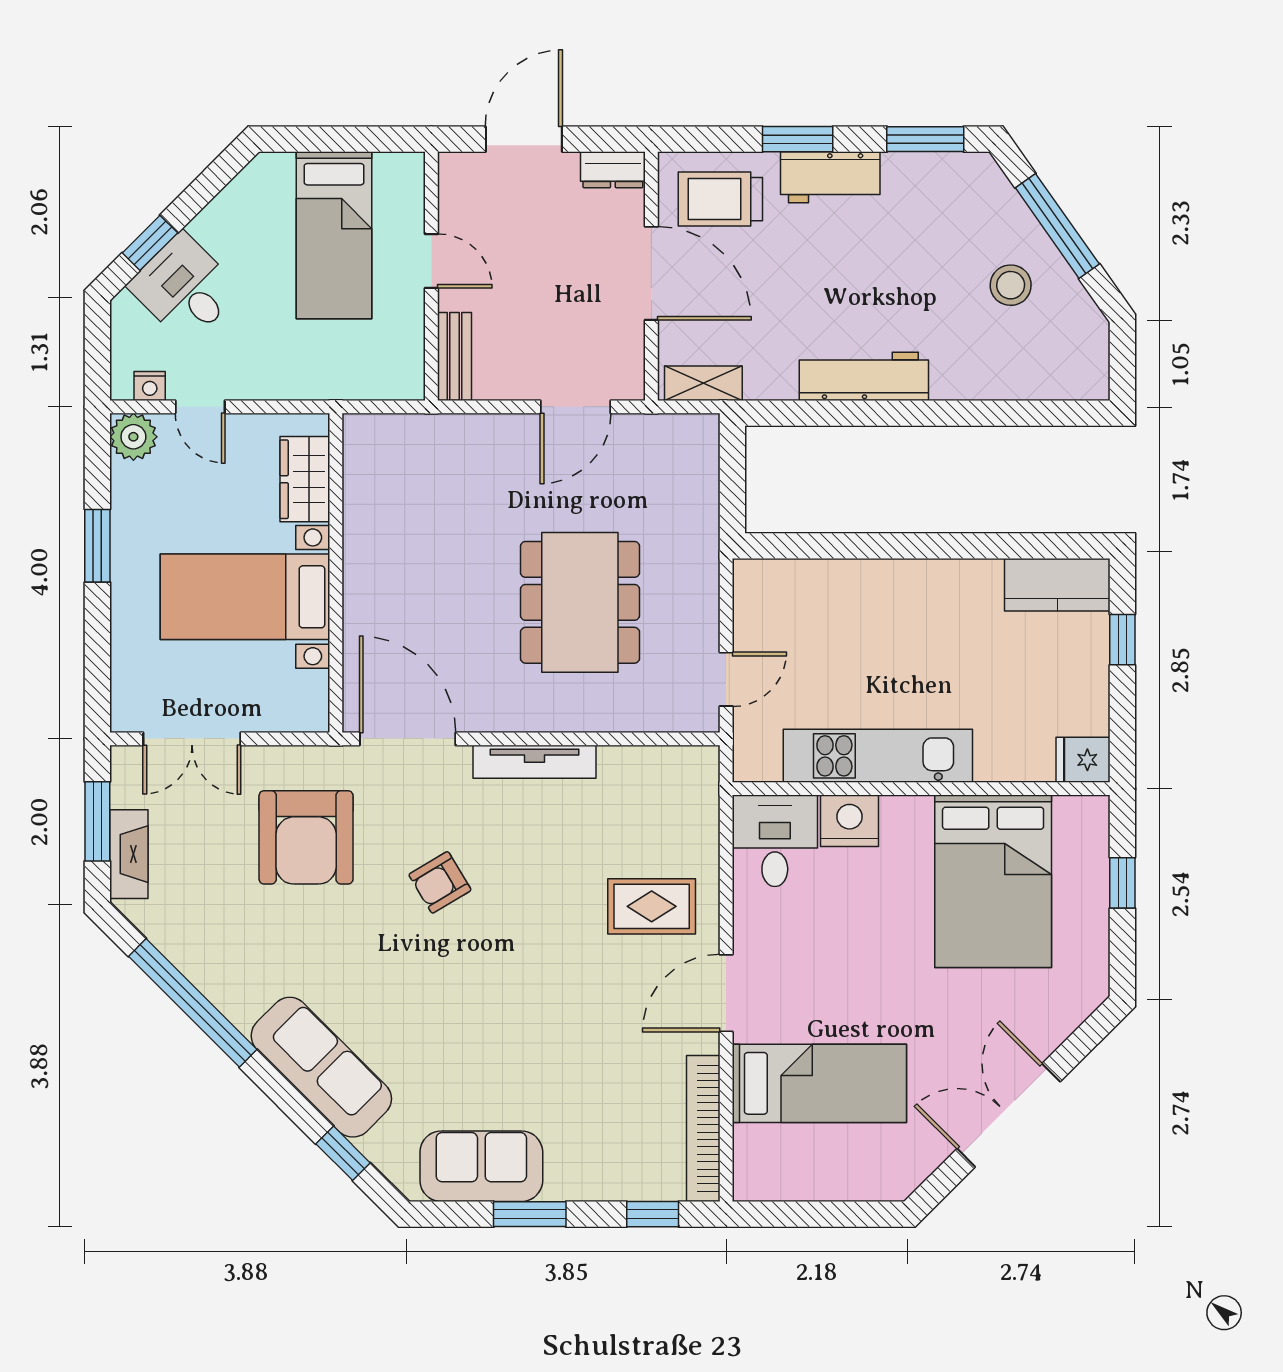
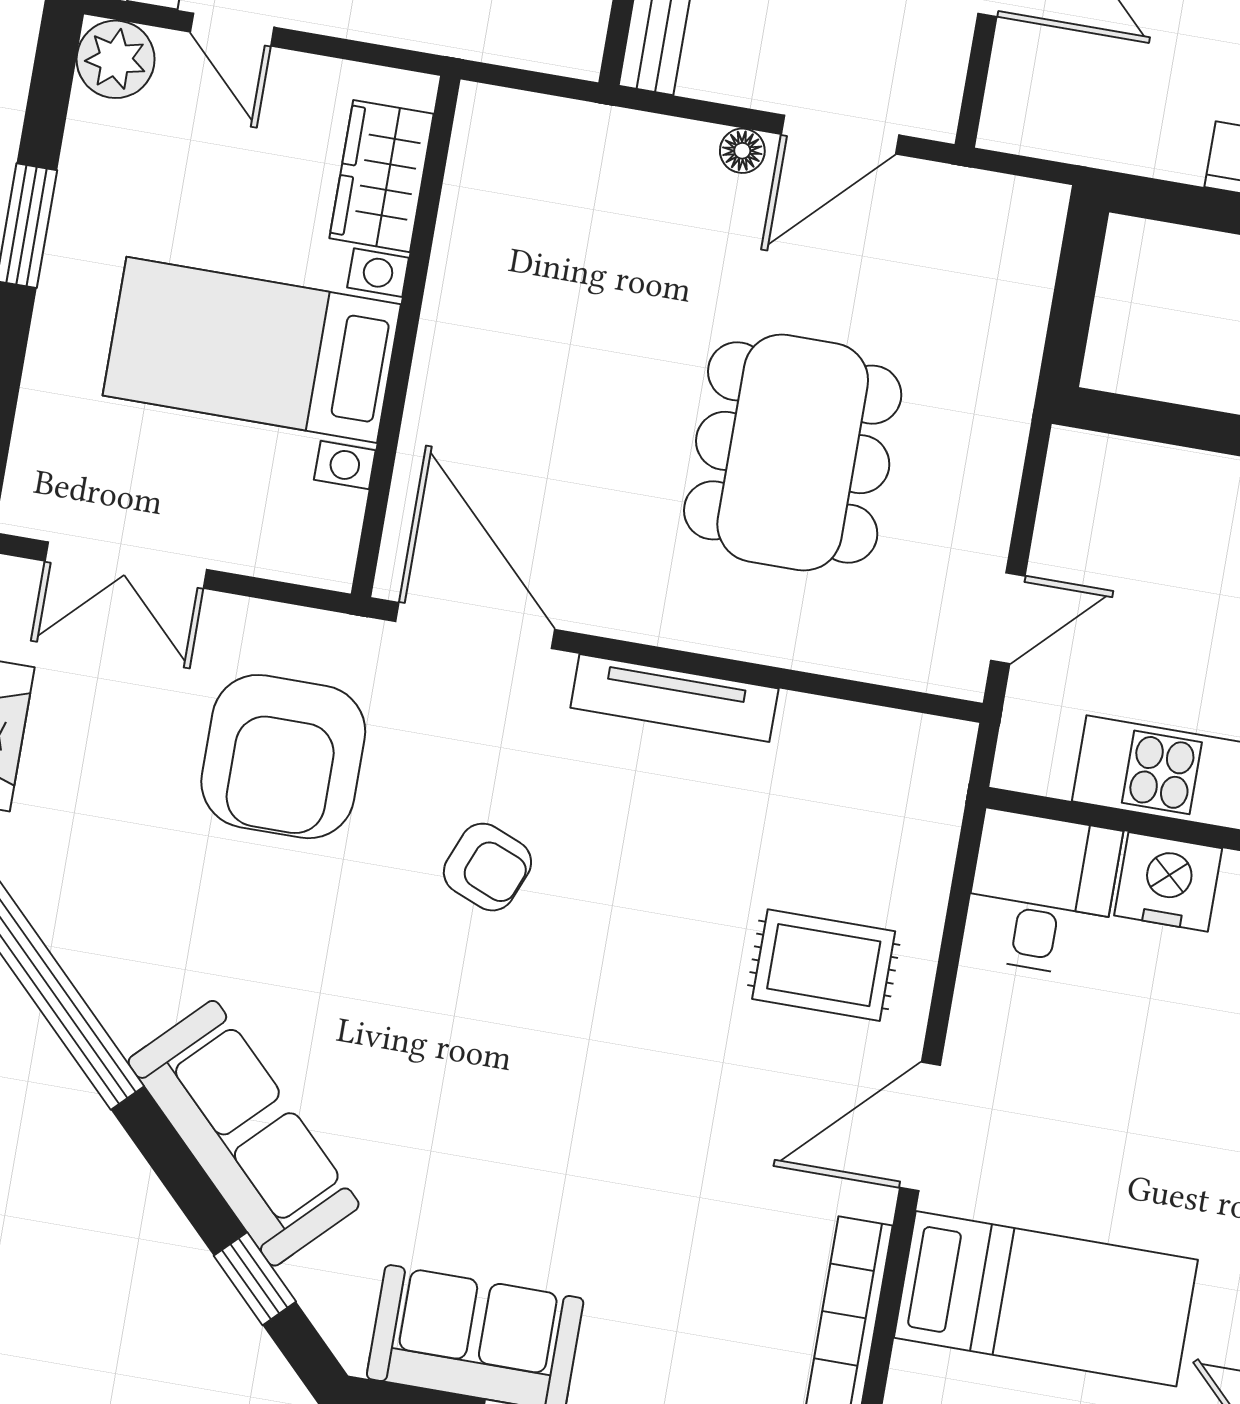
shelving: (703, 383) -> (1054, 132), removed
floor lamp: (519, 427) -> (742, 151), added
armchair: (440, 882) -> (487, 867), turned -127

